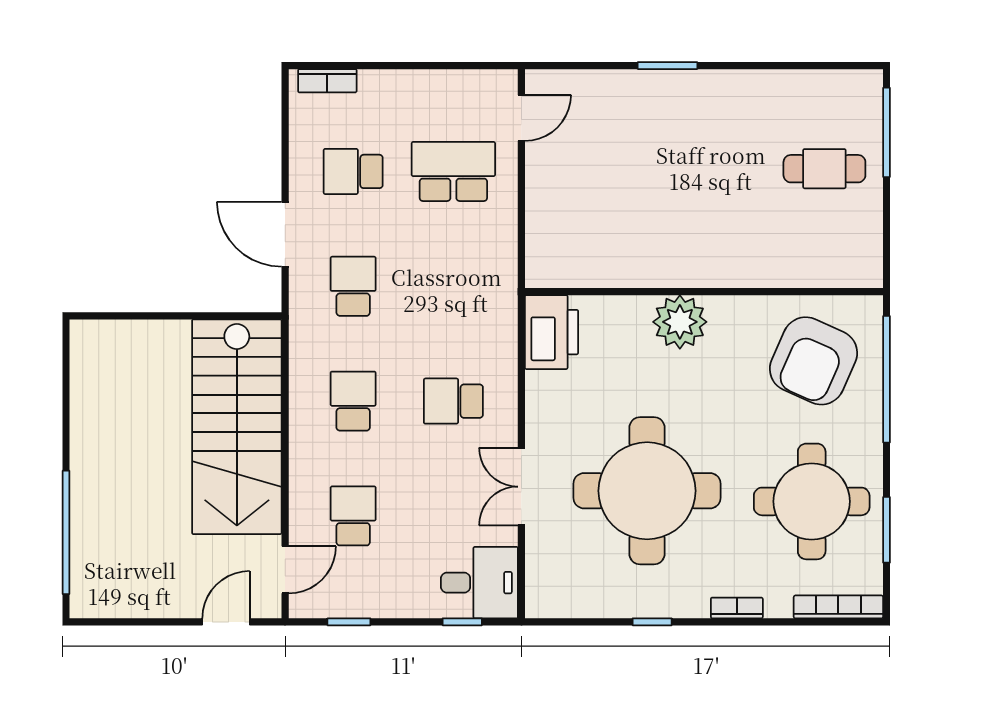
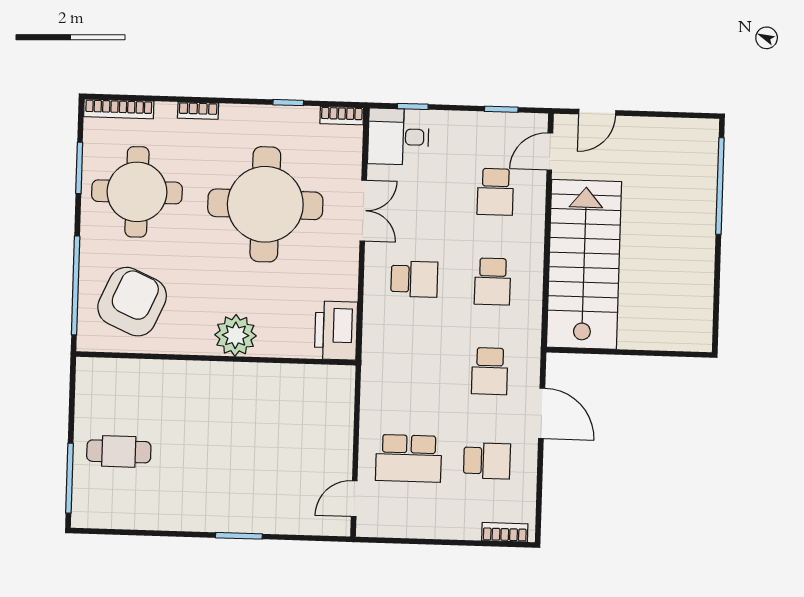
bookcase: (553, 607) -> (342, 116), added
window: (652, 622) -> (288, 103), moved

